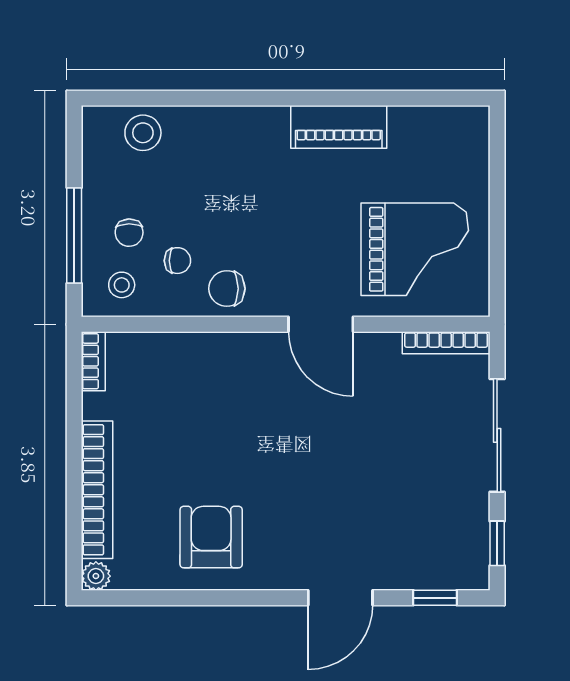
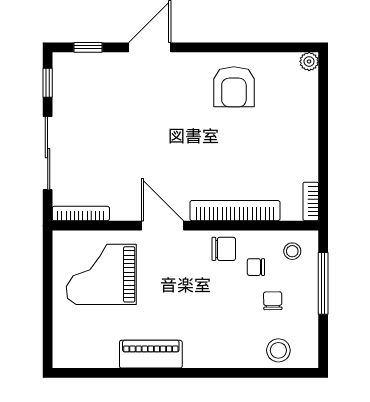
chair: (129, 233) -> (273, 301), moved
bookcase: (97, 490) -> (235, 211), moved, turned 90

